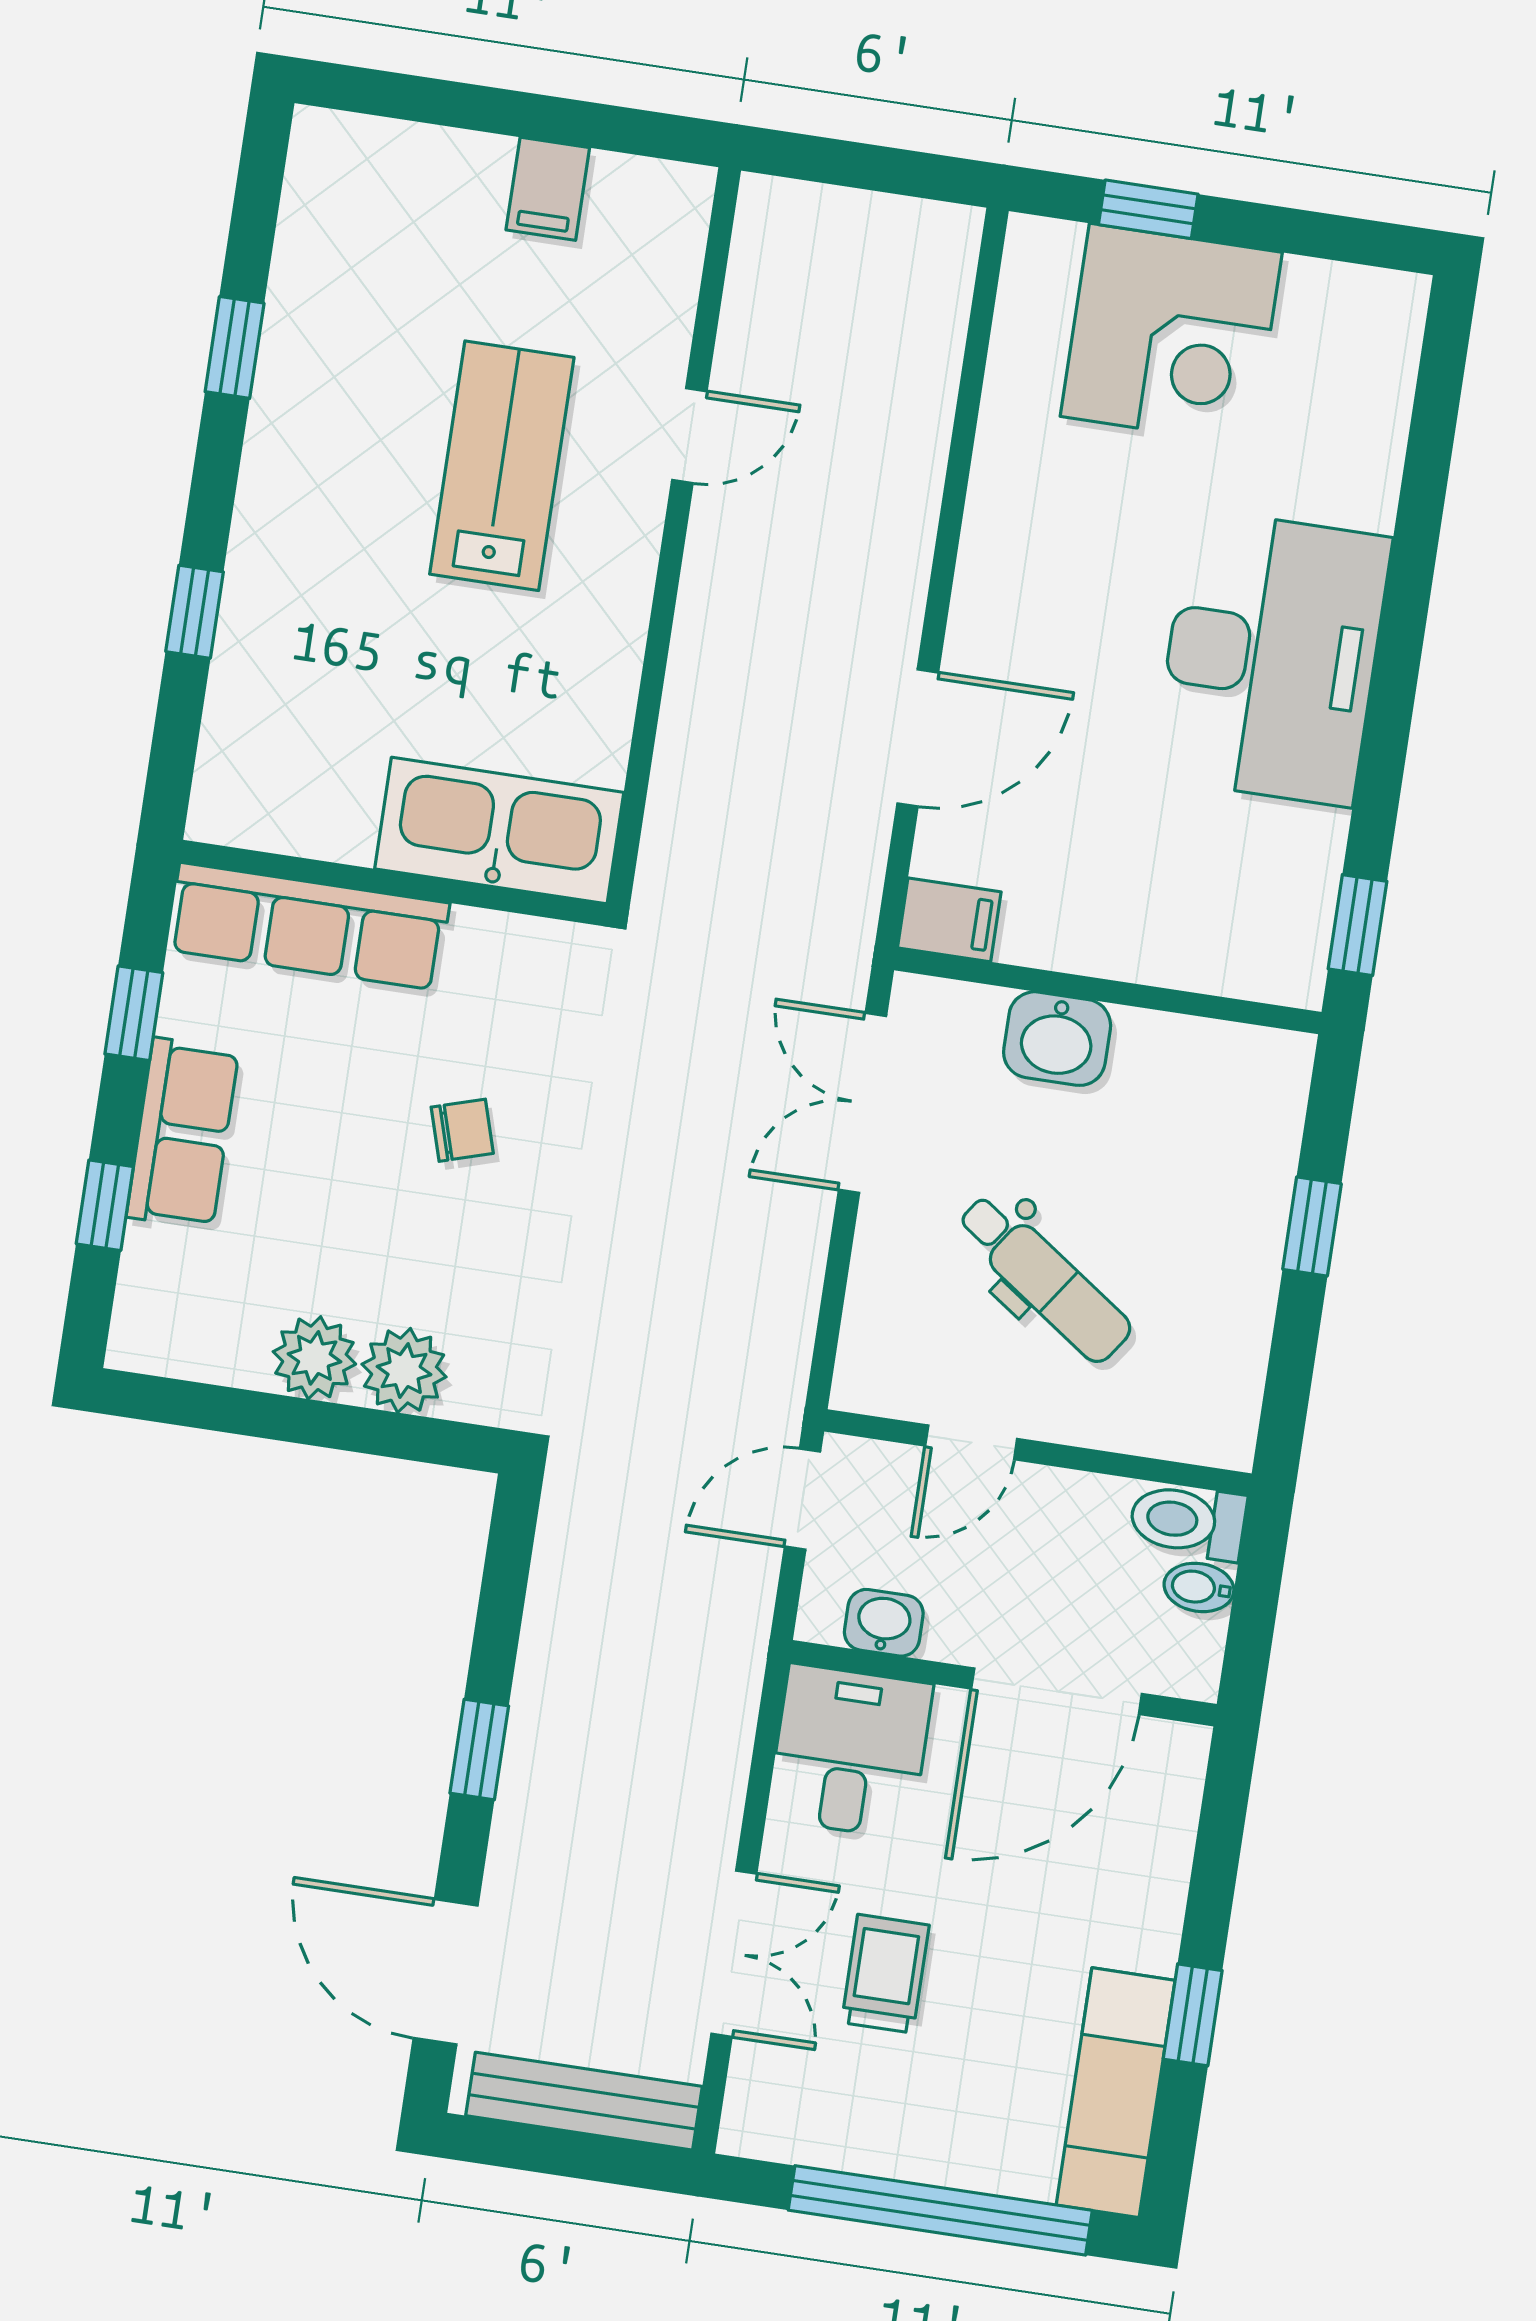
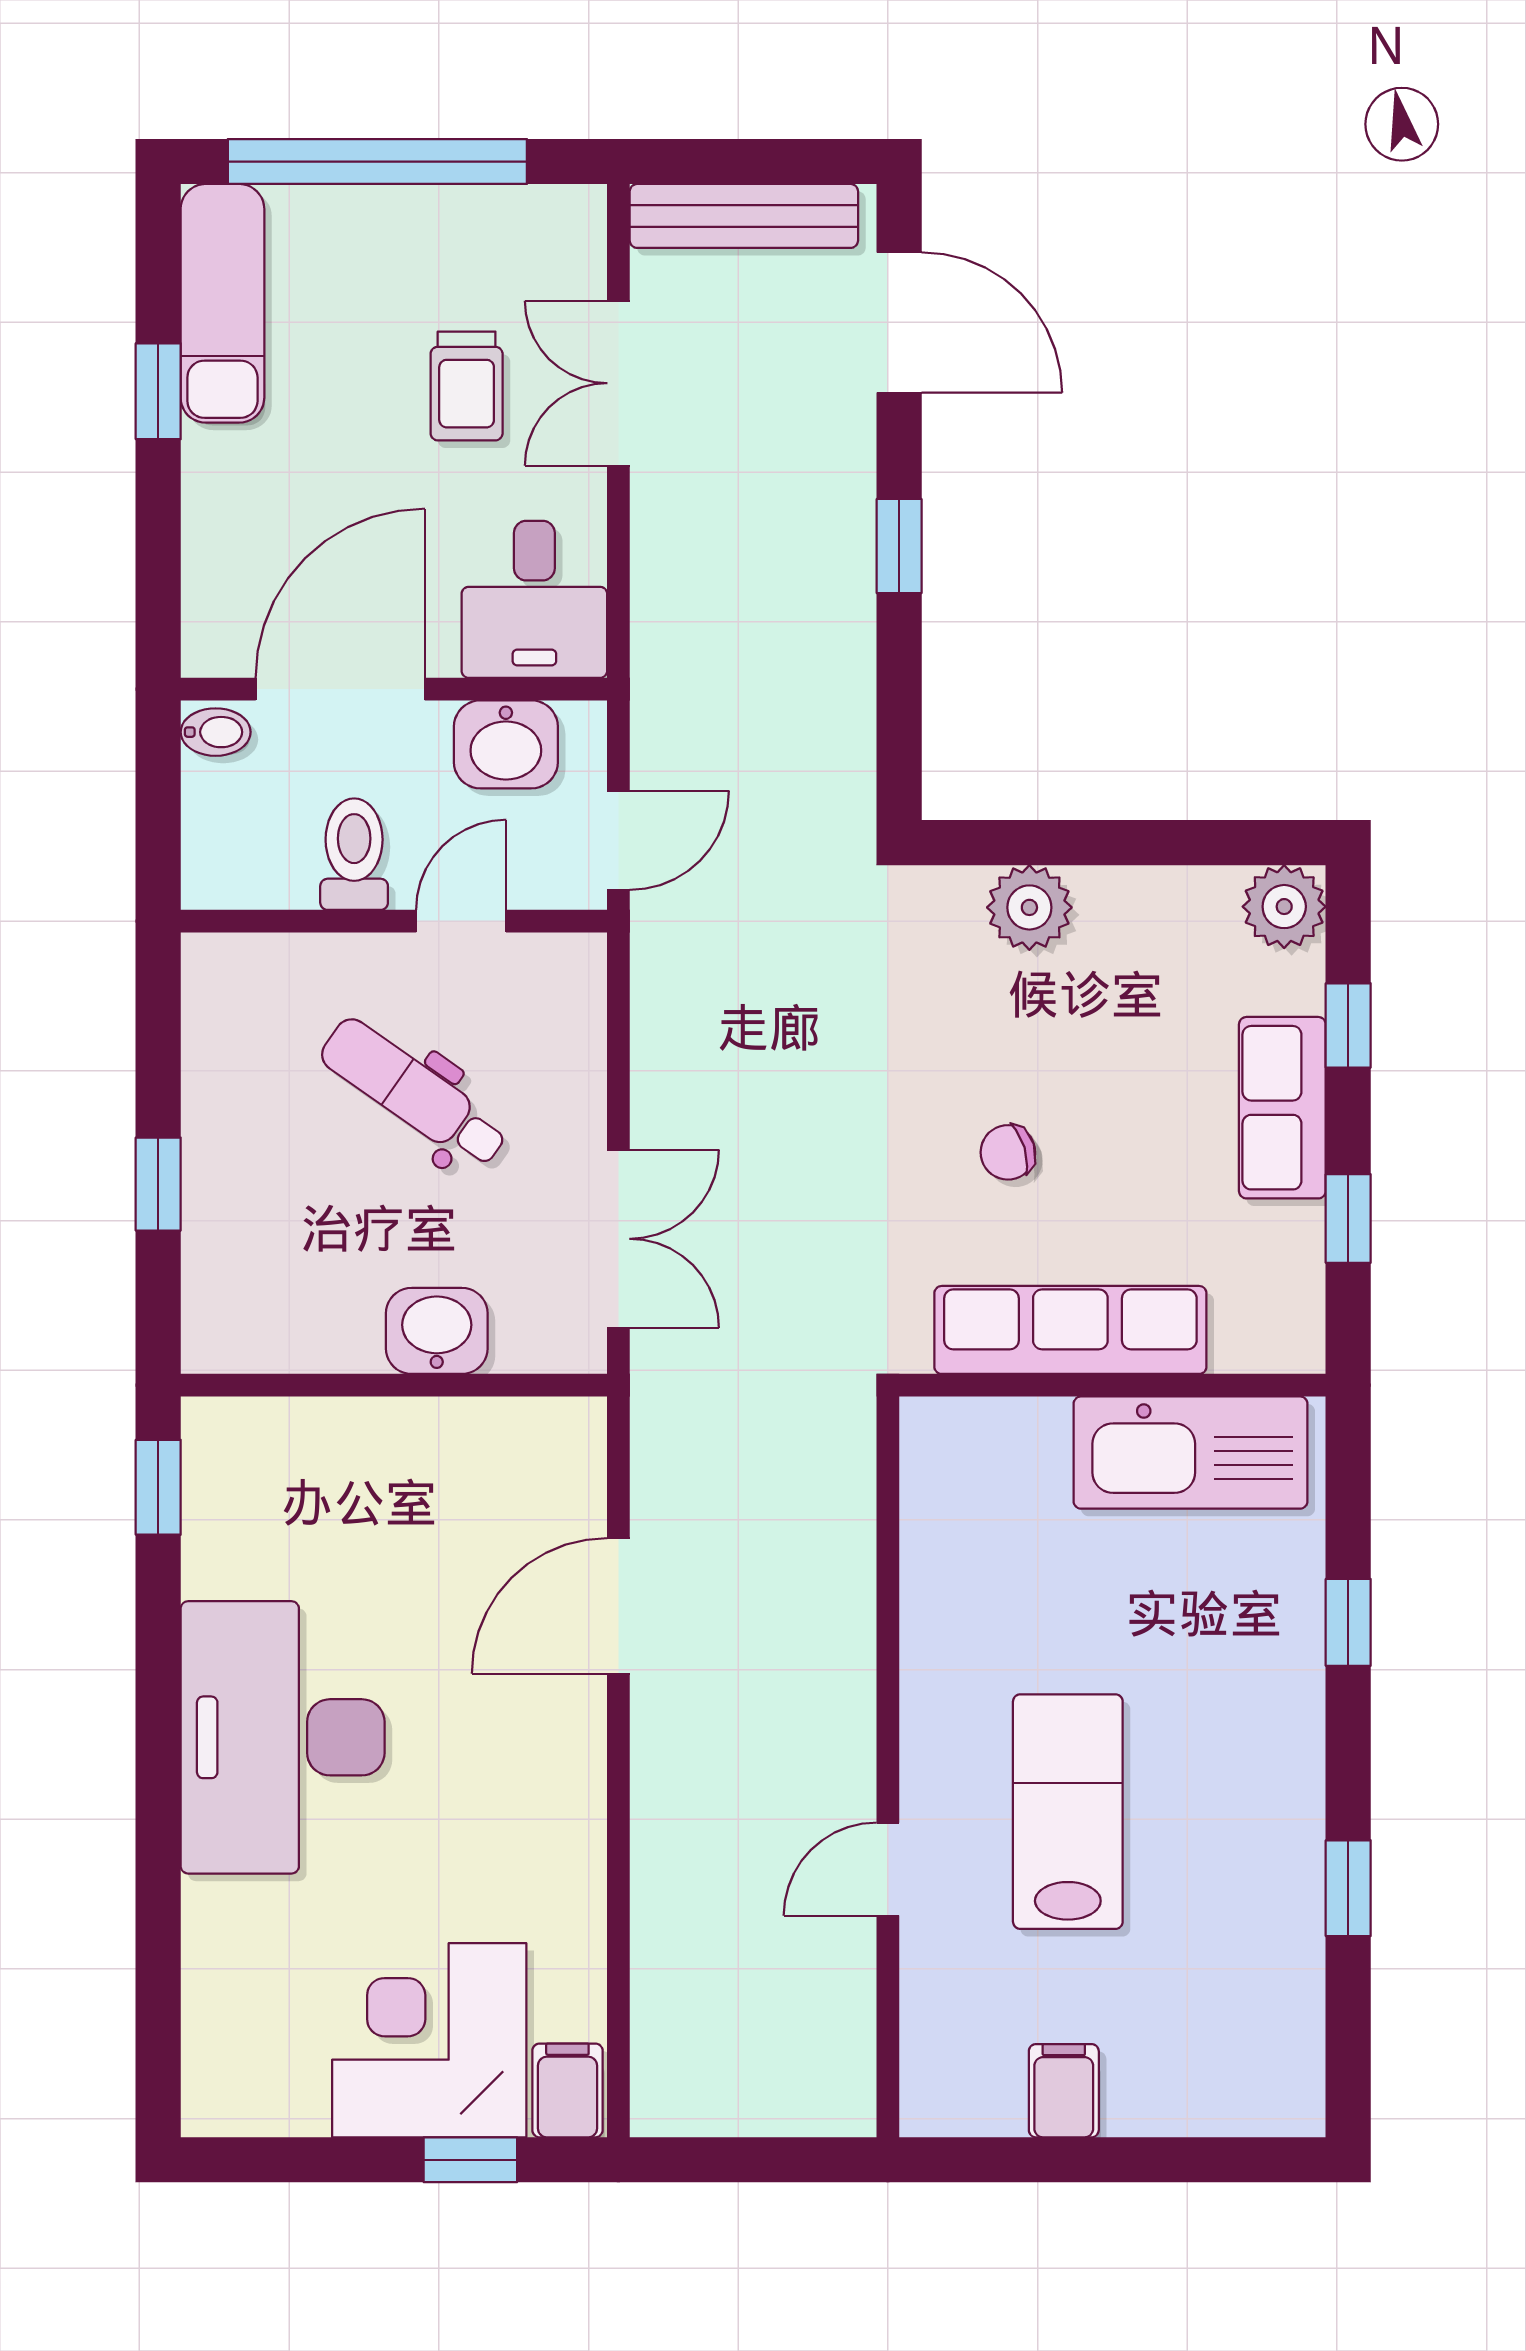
lab bench: (502, 466) -> (1068, 1812), turned 180
kitchen sink: (499, 831) -> (1191, 1453), moved
filing cabinet: (949, 920) -> (567, 2090), moved, turned 90
row of seats: (308, 926) -> (1070, 1330), moved
plant: (314, 1358) -> (1284, 907), moved
toilet: (1188, 1521) -> (354, 854), moved, turned -90
bidet: (1199, 1587) -> (216, 732), moved
washbasin: (884, 1623) -> (506, 744), width x1.38, depth x1.45

